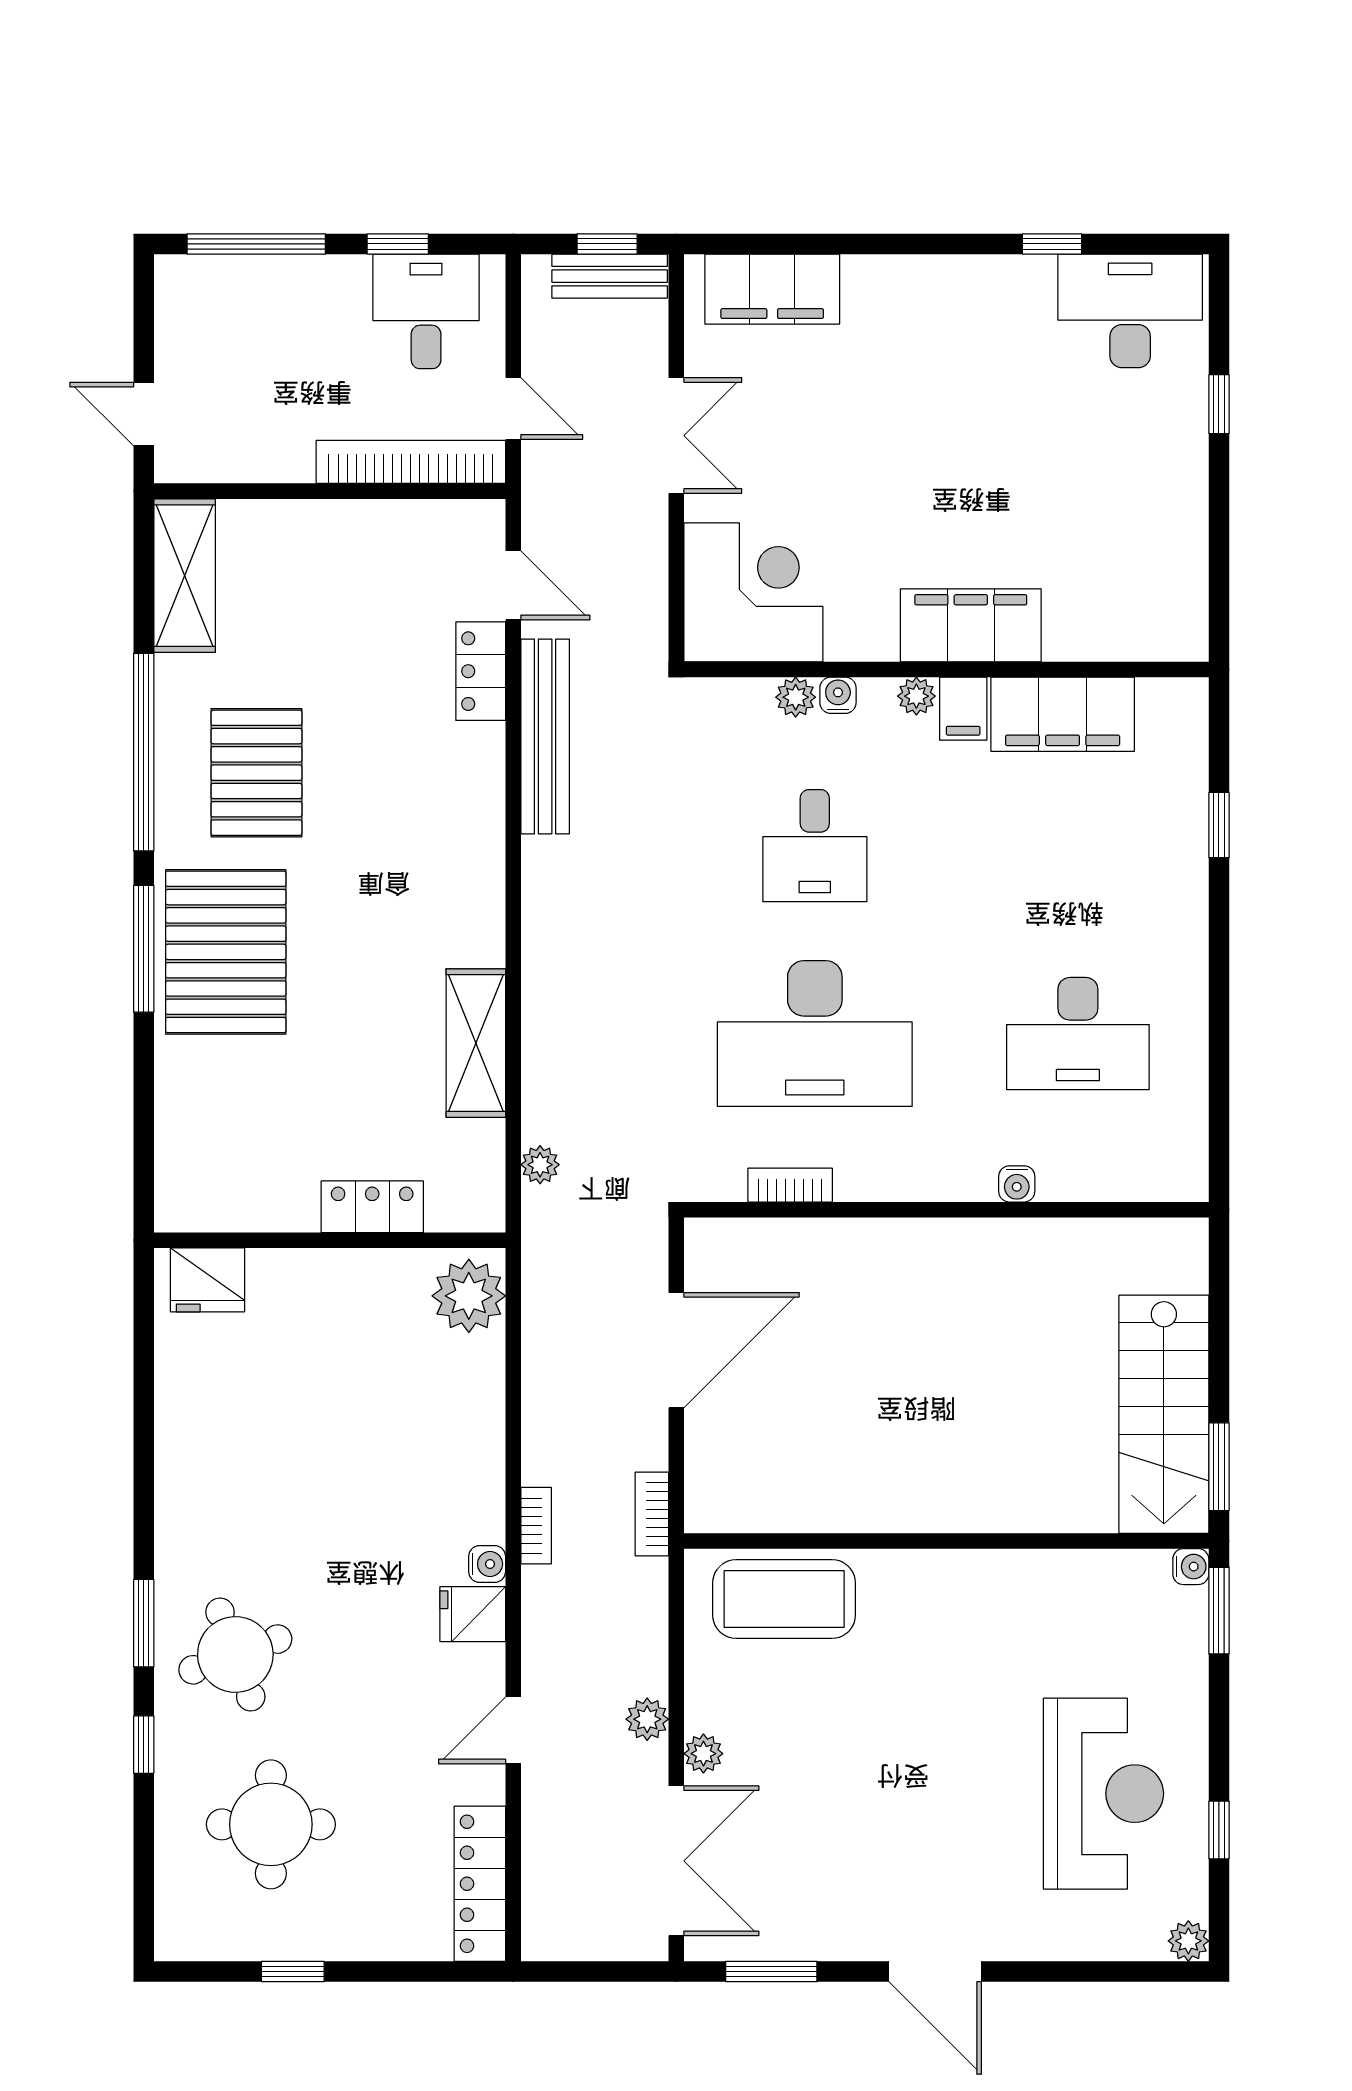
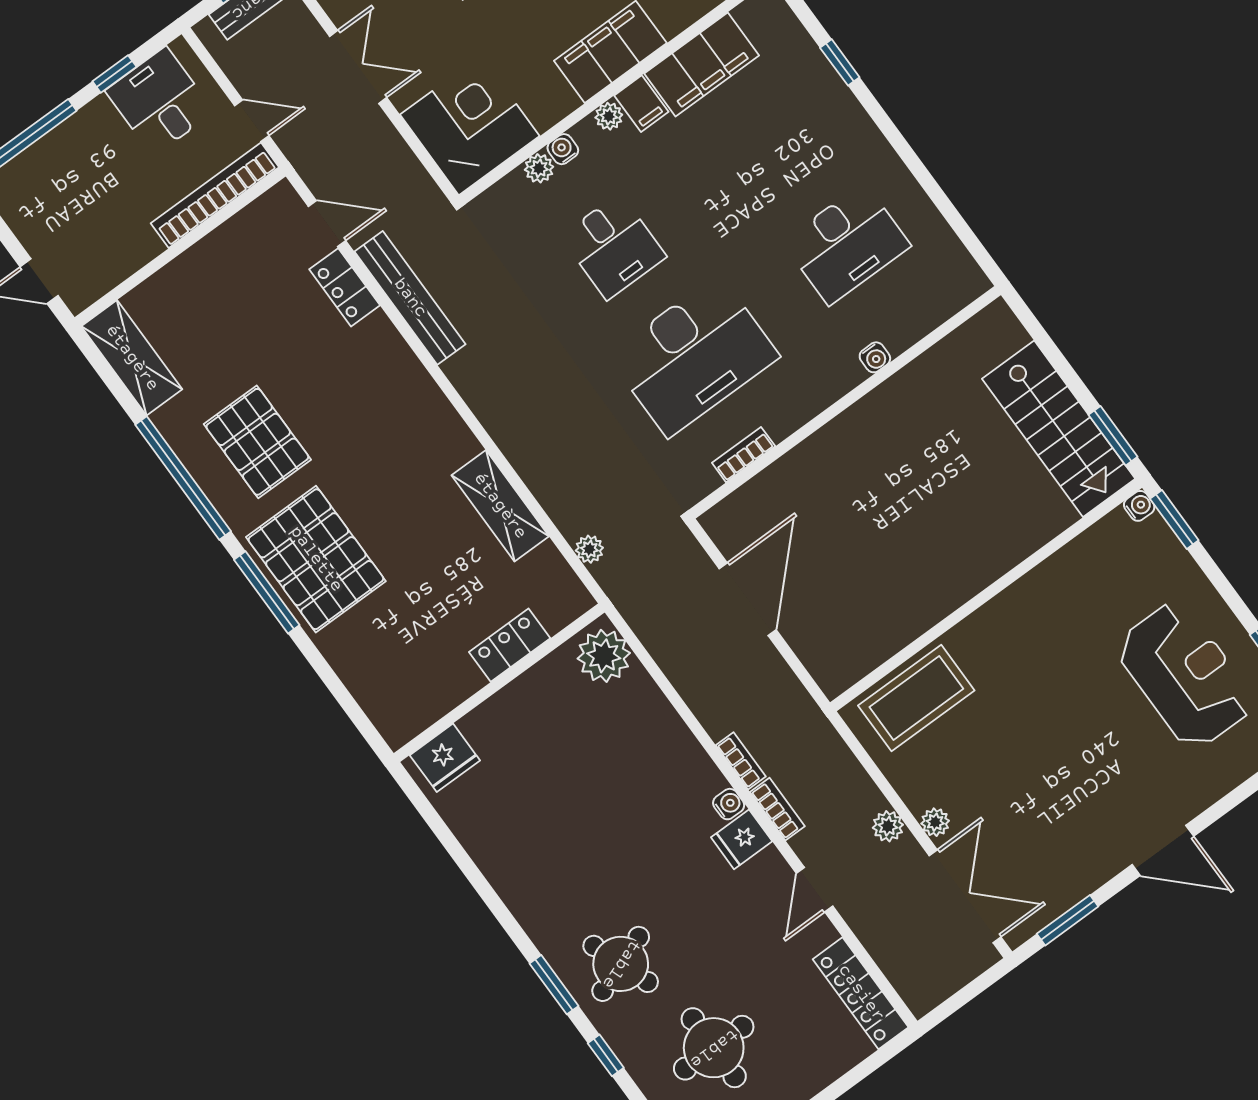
bookcase: (652, 1514) -> (777, 809), moved, turned 180

